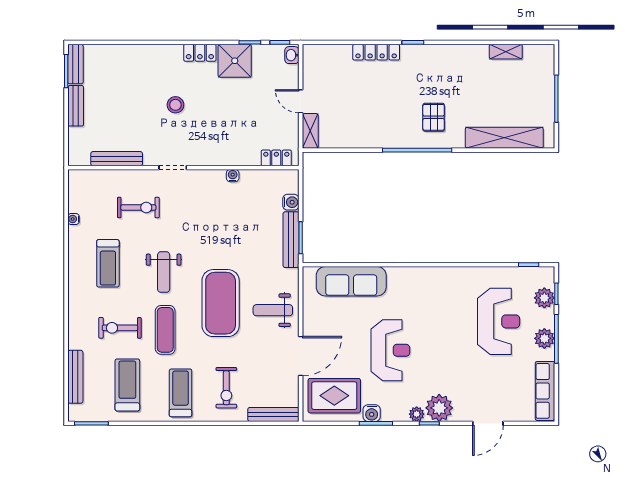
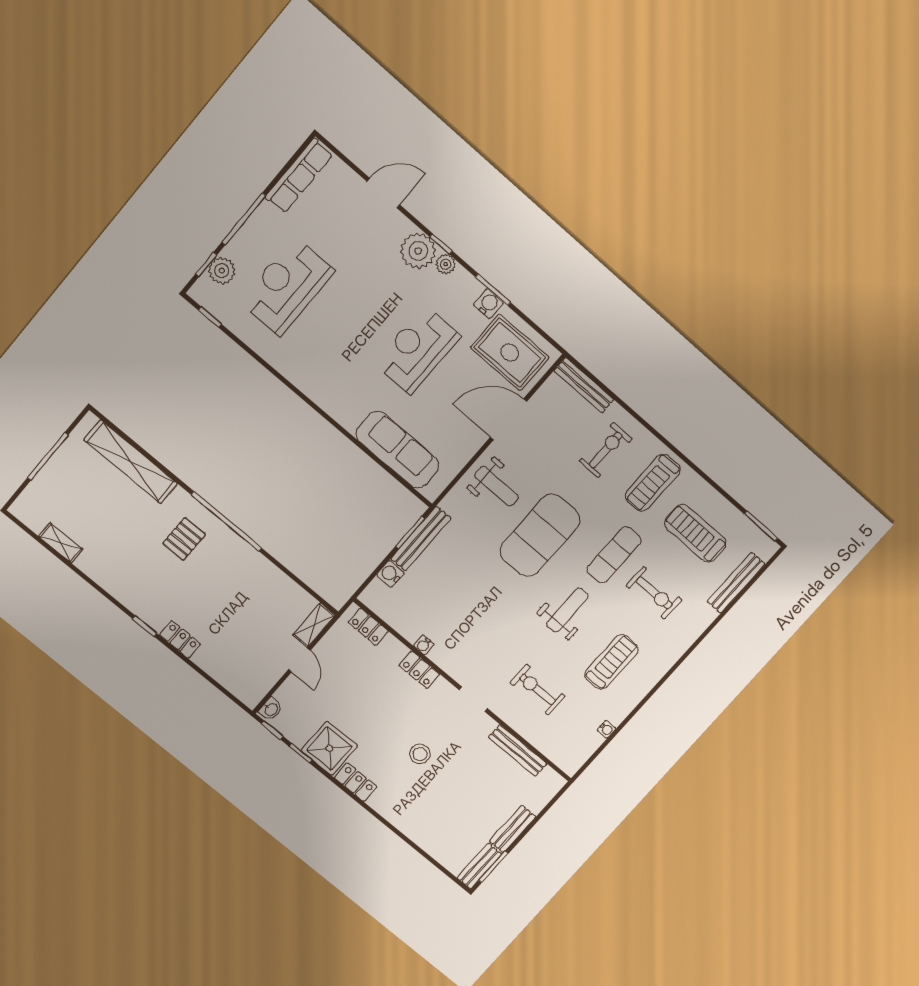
locker: (376, 52) -> (180, 639), width x0.66
locker: (222, 158) -> (419, 670), added
plant: (544, 338) -> (255, 230), removed
treadmill: (127, 385) -> (695, 533), turned 90

